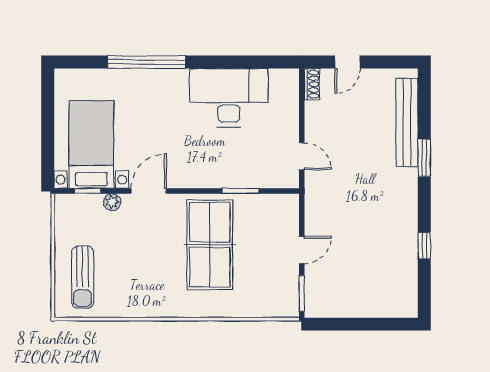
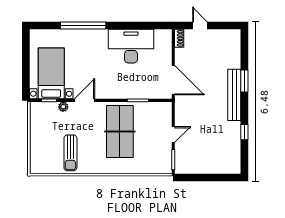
door: (348, 62) -> (200, 26), swing flipped
bench: (407, 122) -> (234, 95), moved
door: (302, 156) -> (173, 80), width x1.88
sun lounger: (83, 277) -> (70, 153), moved

